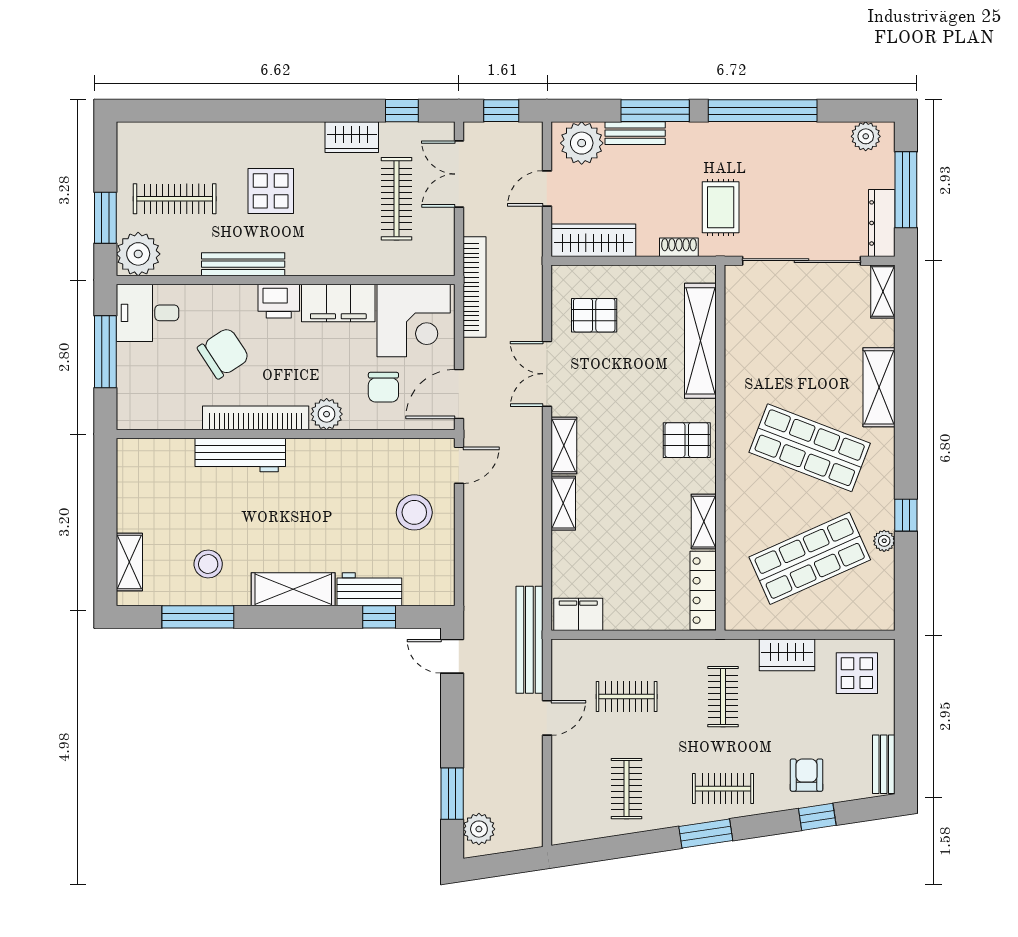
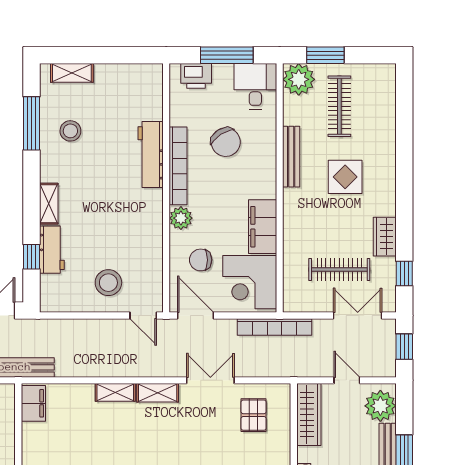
printer: (279, 301) -> (196, 76), moved, turned -90
shelving: (293, 589) -> (49, 204), width x0.67, depth x0.75

